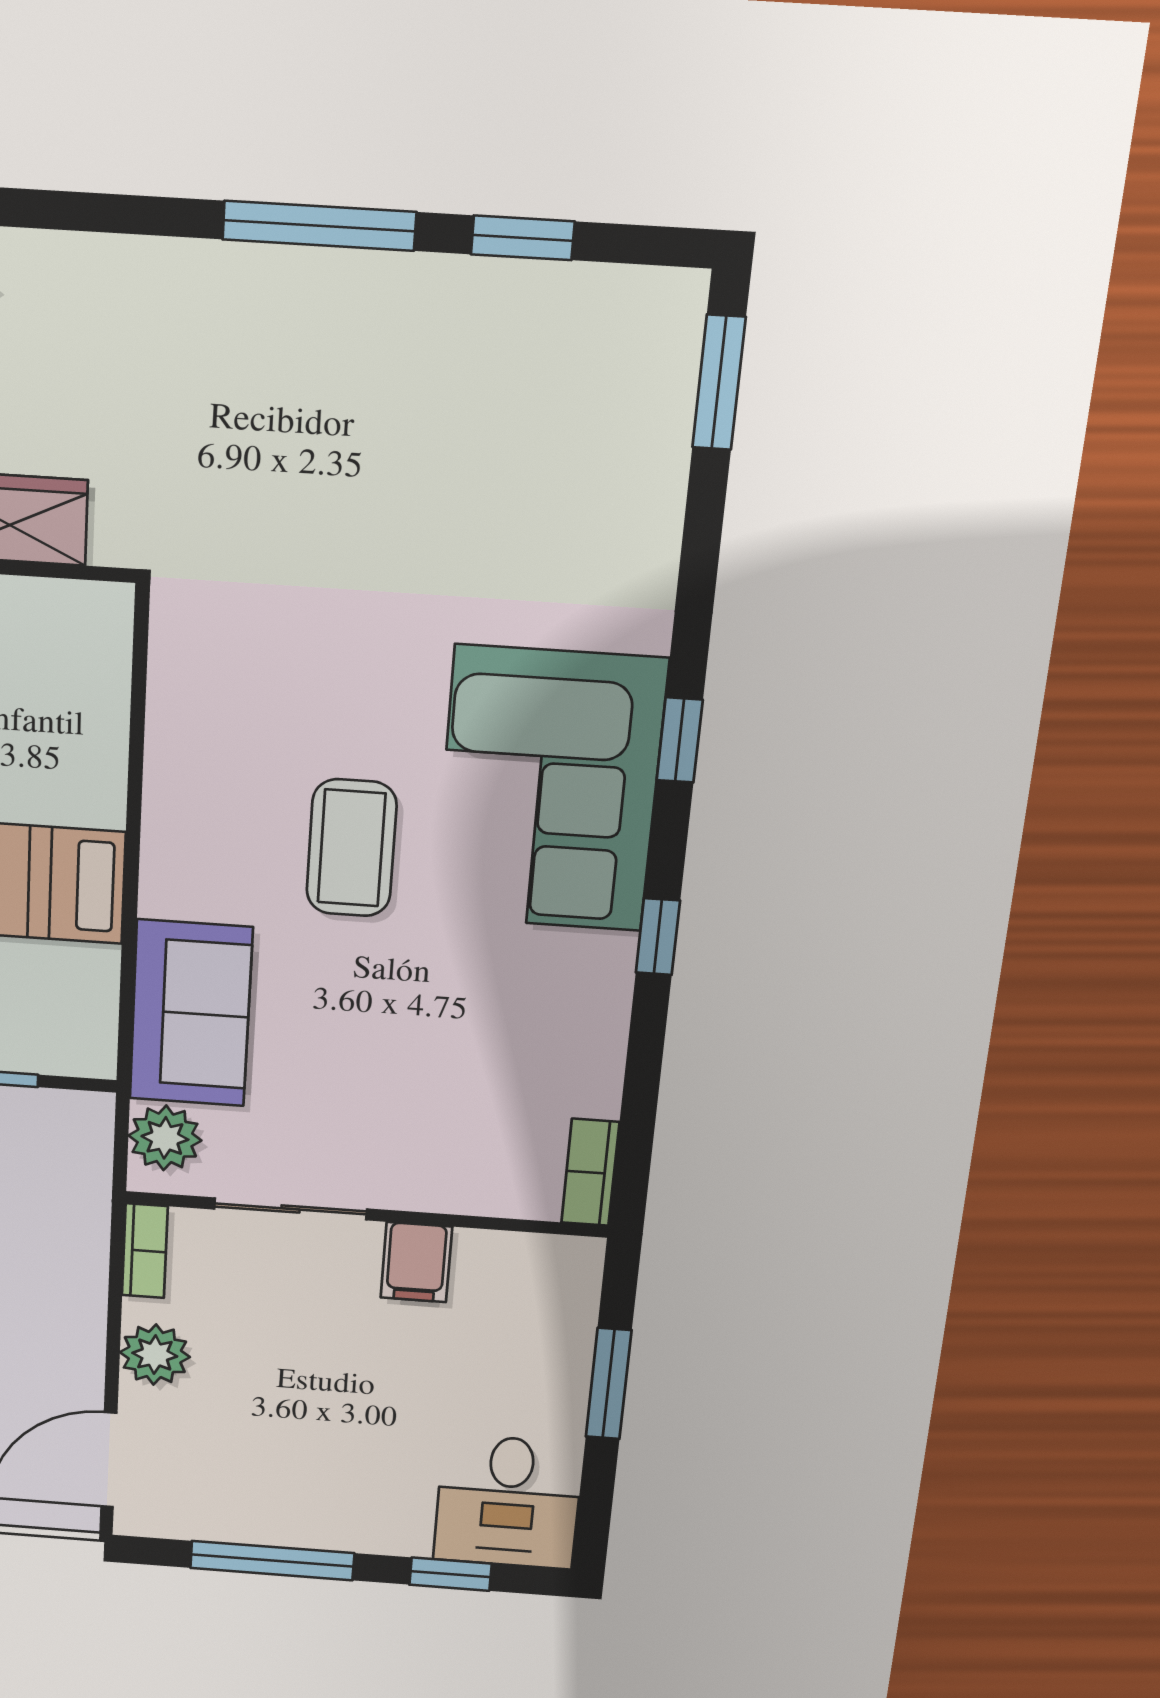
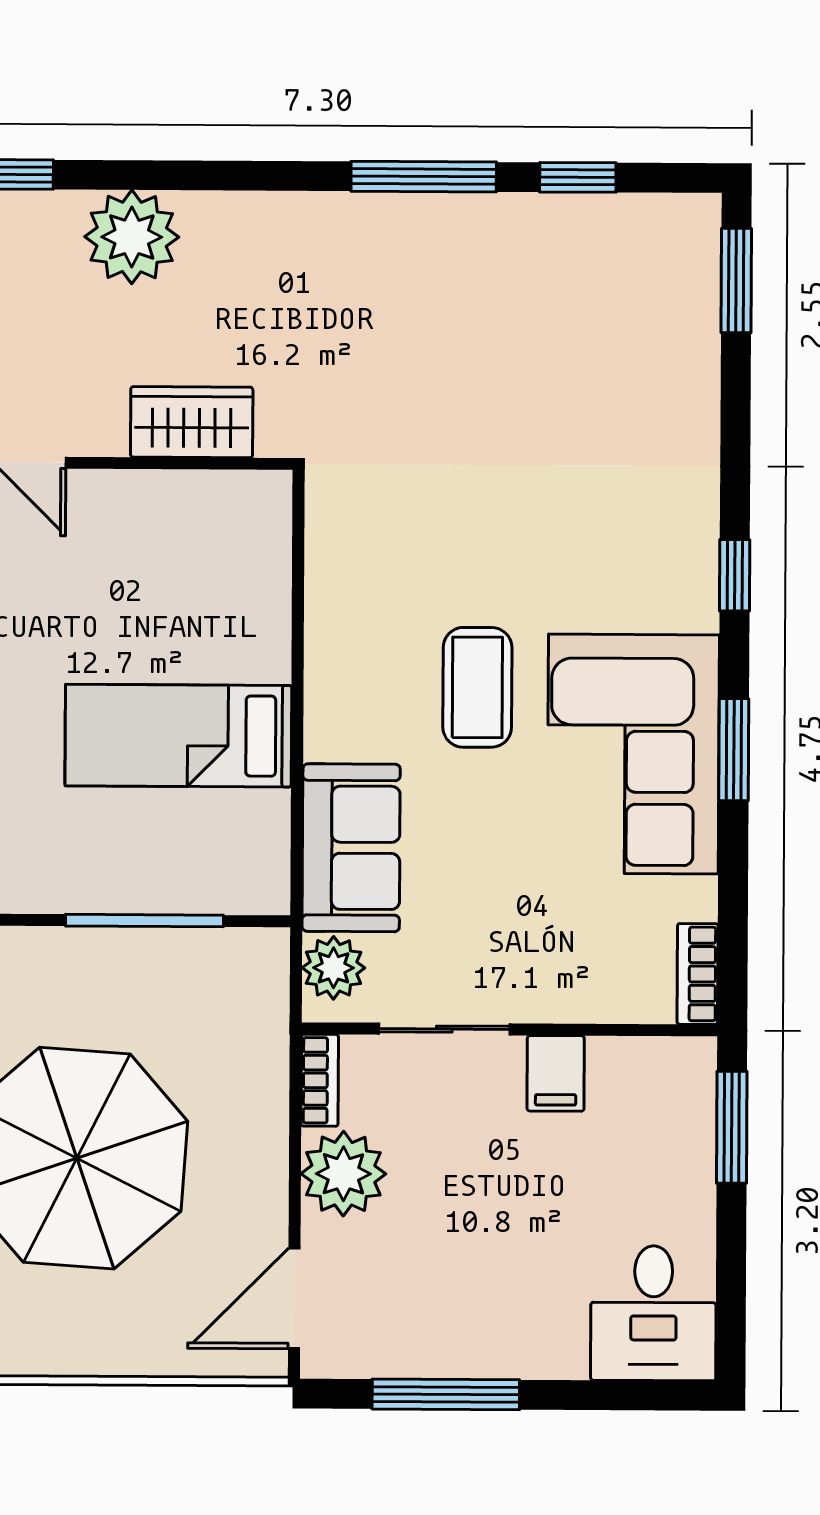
corner sofa: (549, 790) -> (633, 754), moved
window: (658, 937) -> (734, 750), width x1.50
plant: (155, 1355) -> (343, 1174), width x1.36, depth x1.36
window: (609, 1384) -> (732, 1127), moved
window: (451, 1574) -> (608, 1395), removed

